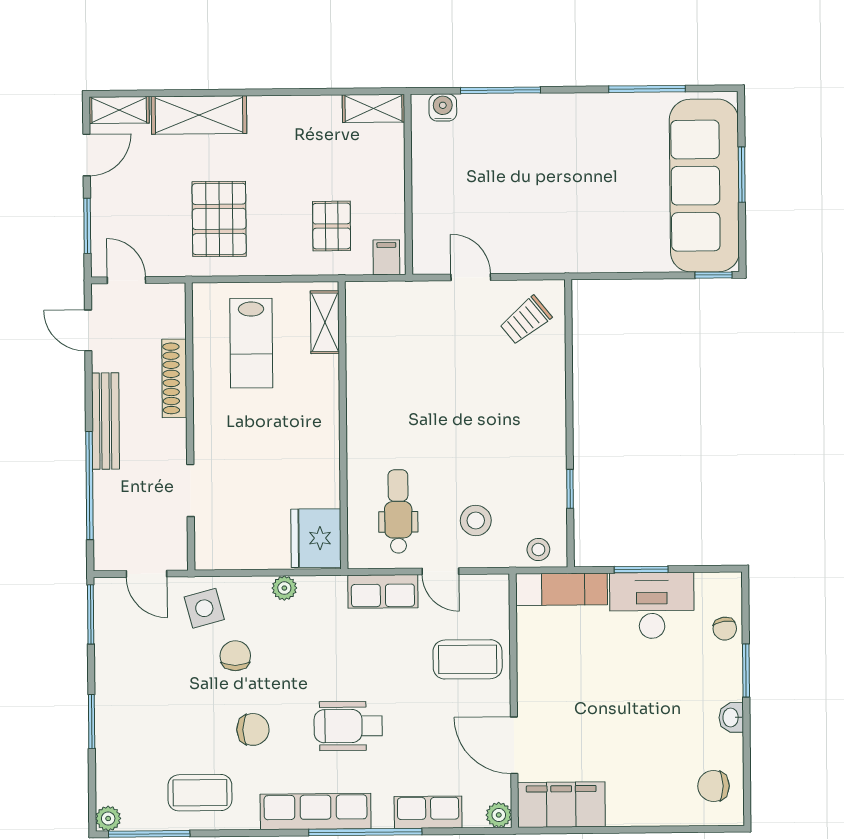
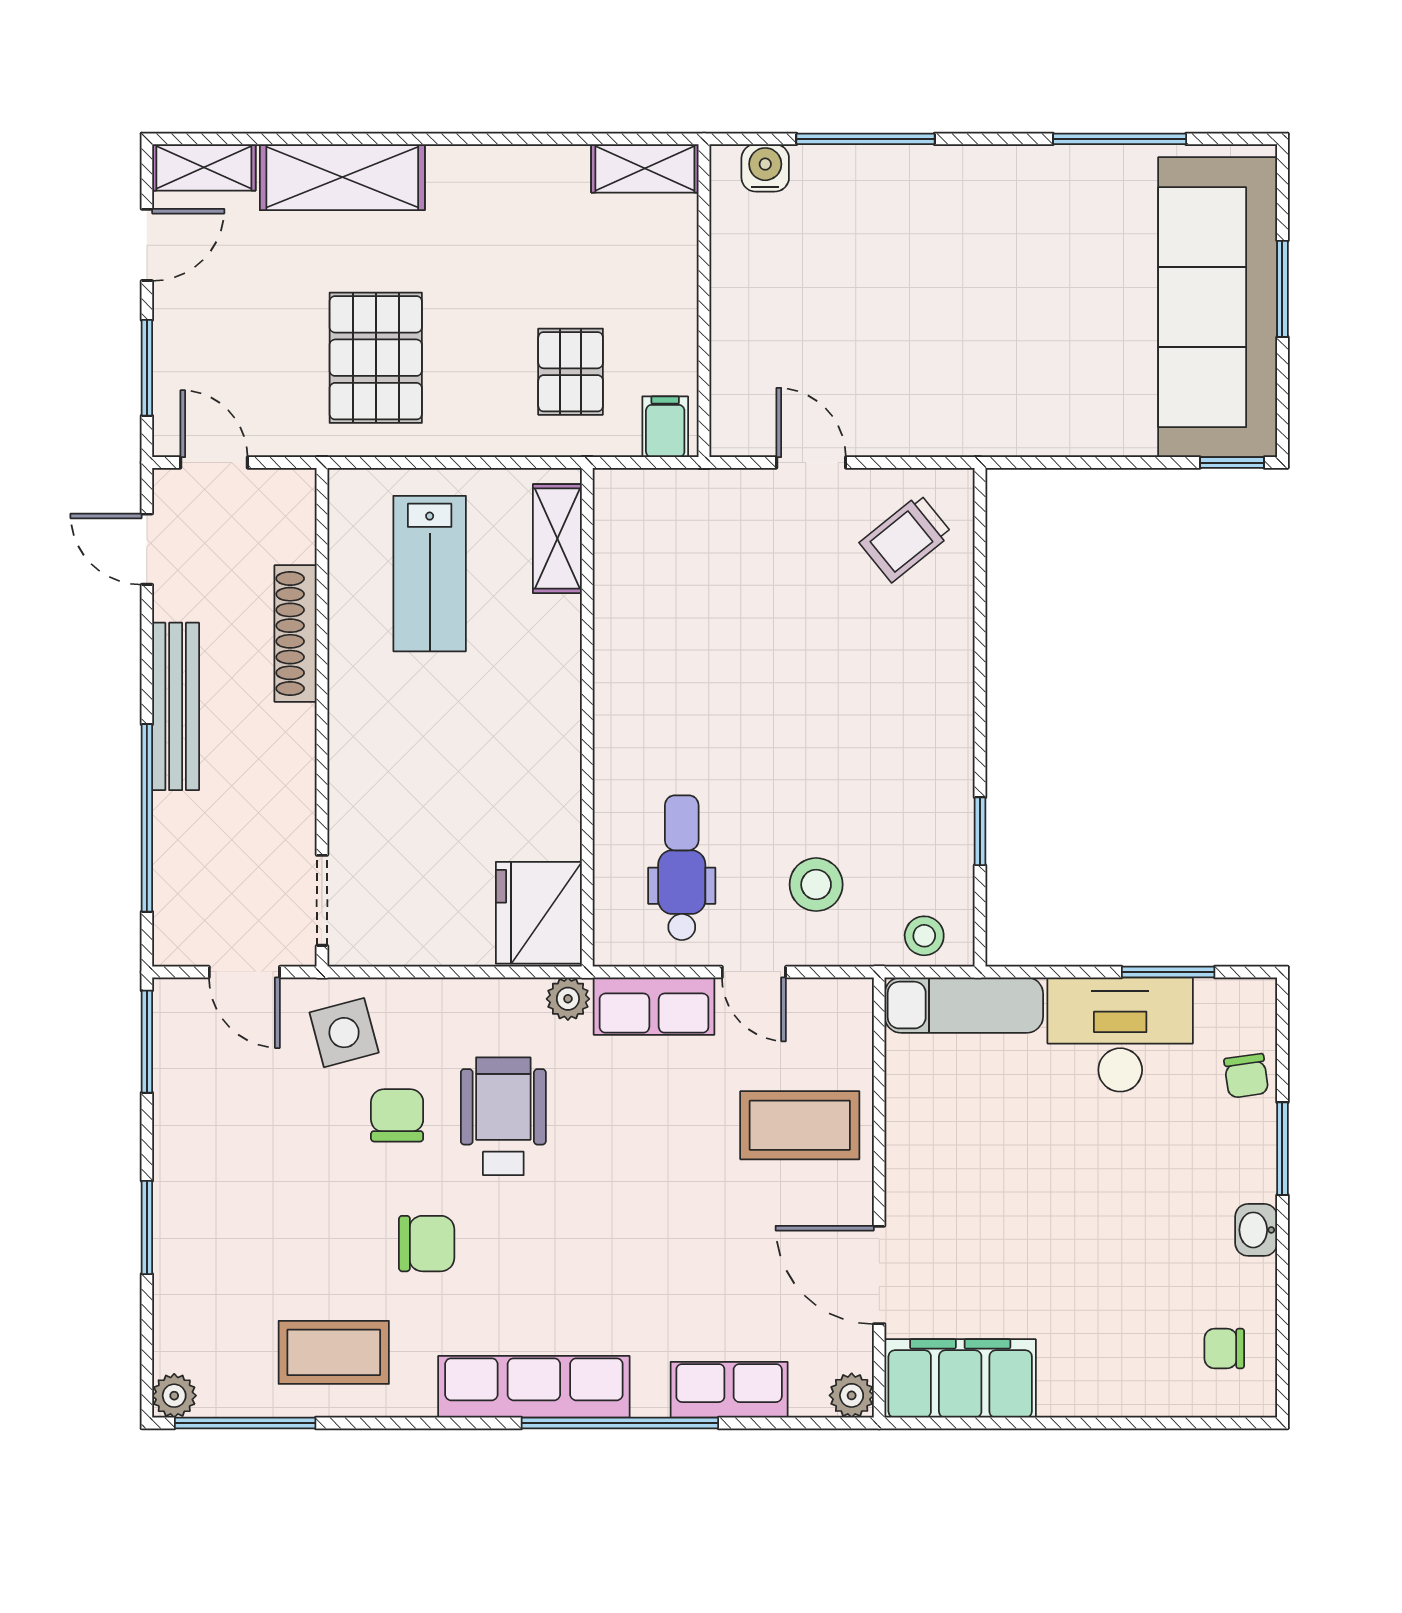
doorway: (191, 490) -> (322, 900), moved
window: (641, 569) -> (1168, 972), moved
plant: (284, 588) -> (568, 999), moved
wheelchair: (348, 726) -> (503, 1116), moved, turned 90
chair: (713, 786) -> (1224, 1349), width x0.73, depth x0.73

